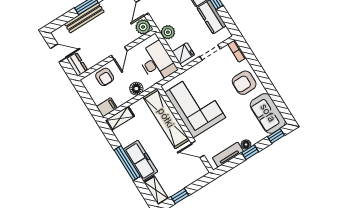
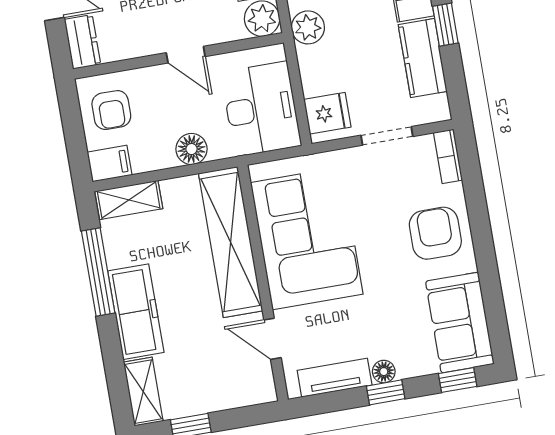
plant: (168, 32) -> (308, 27), moved
door: (119, 53) -> (186, 55), hinge flipped
armchair: (105, 77) -> (111, 110), moved
armchair: (244, 83) -> (435, 233), turned 90
window: (127, 163) -> (98, 272), moved

